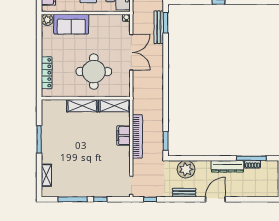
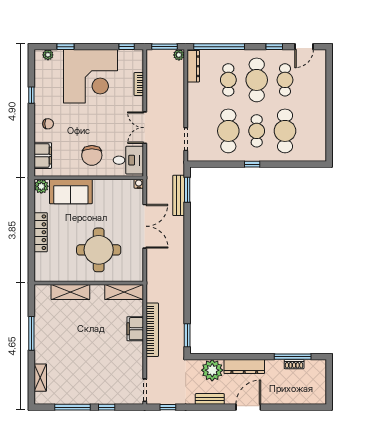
locker: (47, 73) -> (41, 232), moved
shelving: (82, 106) -> (70, 292), moved
dresser: (227, 166) -> (244, 367), moved

